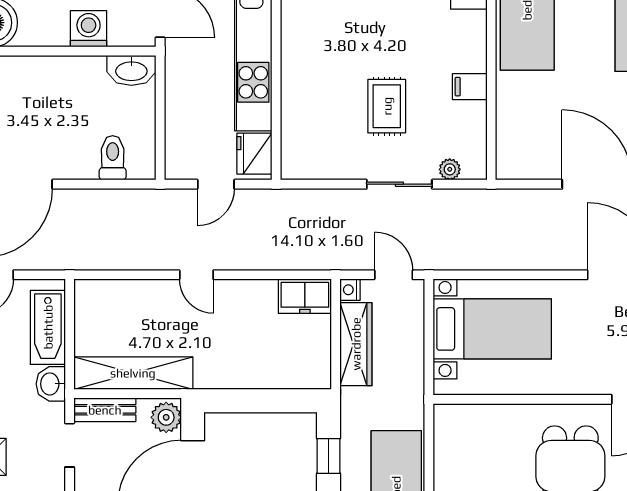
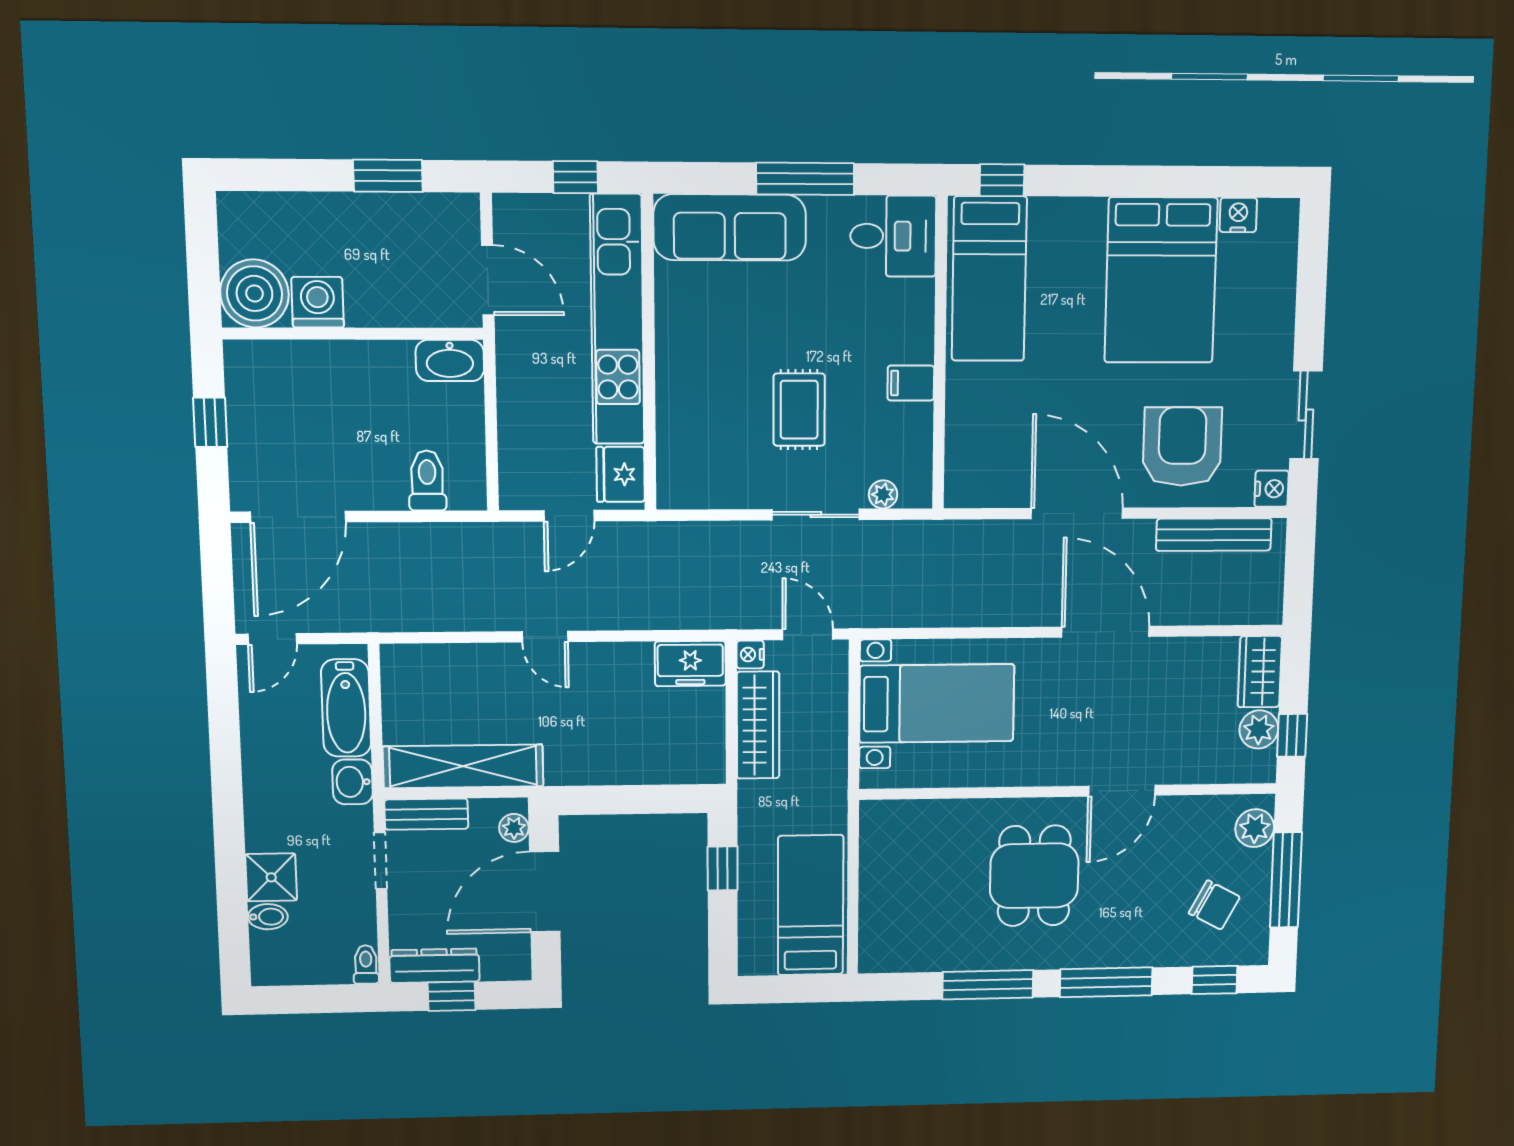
washing machine: (89, 29) -> (318, 302), moved
plant: (166, 417) -> (514, 828), width x0.73, depth x0.73

